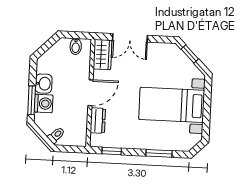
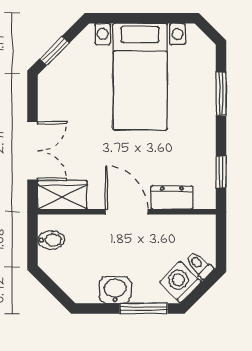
washing machine: (43, 104) -> (180, 282), moved, turned -45

